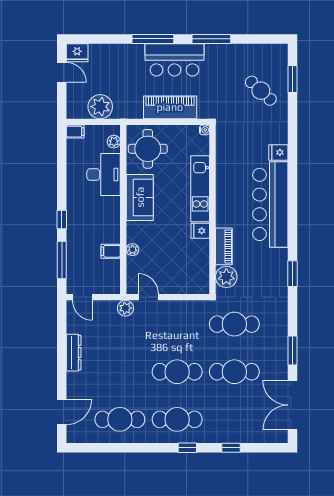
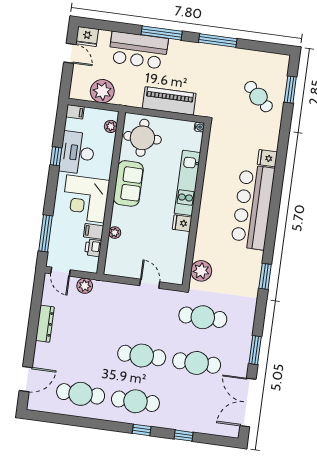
bar counter: (174, 60) -> (138, 50), moved
desk: (104, 175) -> (77, 153), moved, turned 180
corner desk: (98, 219) -> (85, 199), added
window: (62, 220) -> (56, 156), moved
piano: (224, 246) -> (203, 241), removed
printer: (113, 268) -> (93, 248), added
door: (148, 297) -> (150, 284), moved
plant: (126, 308) -> (85, 286), moved

